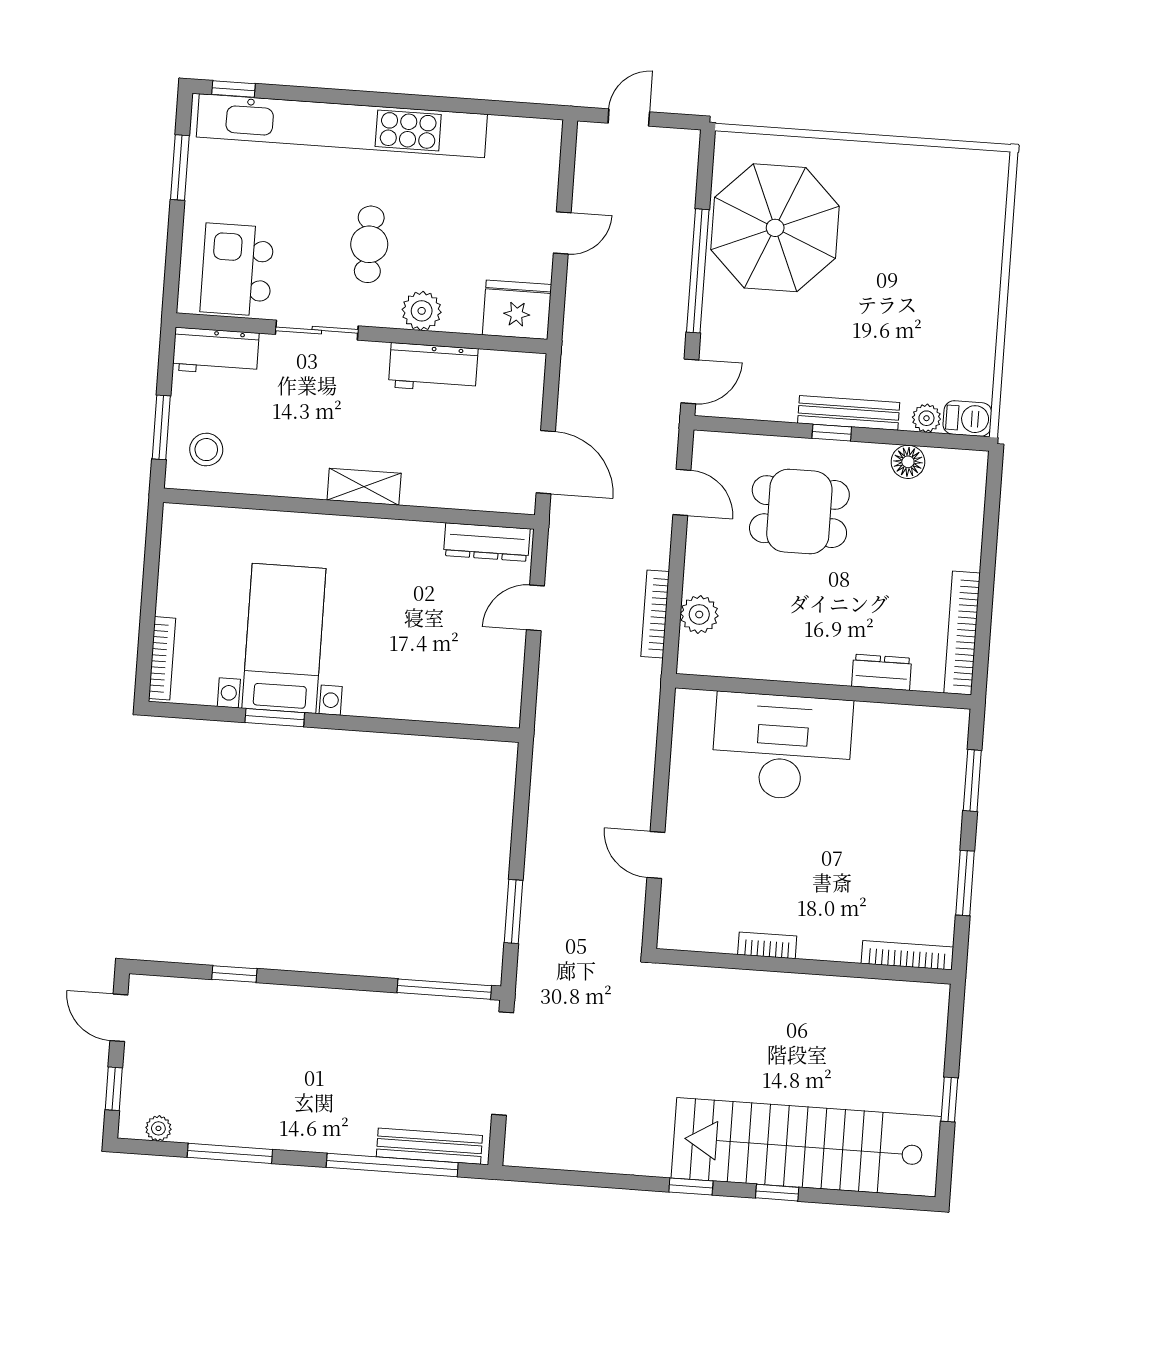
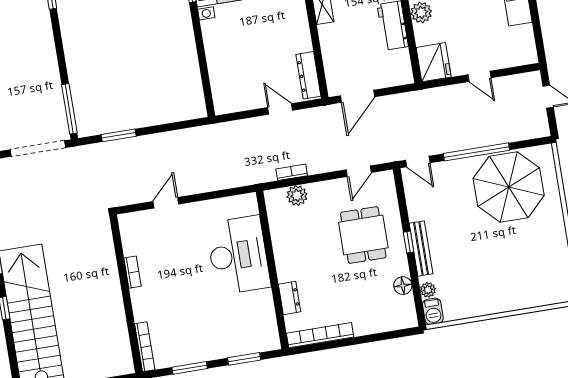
bookcase: (655, 614) -> (292, 172), width x0.64

